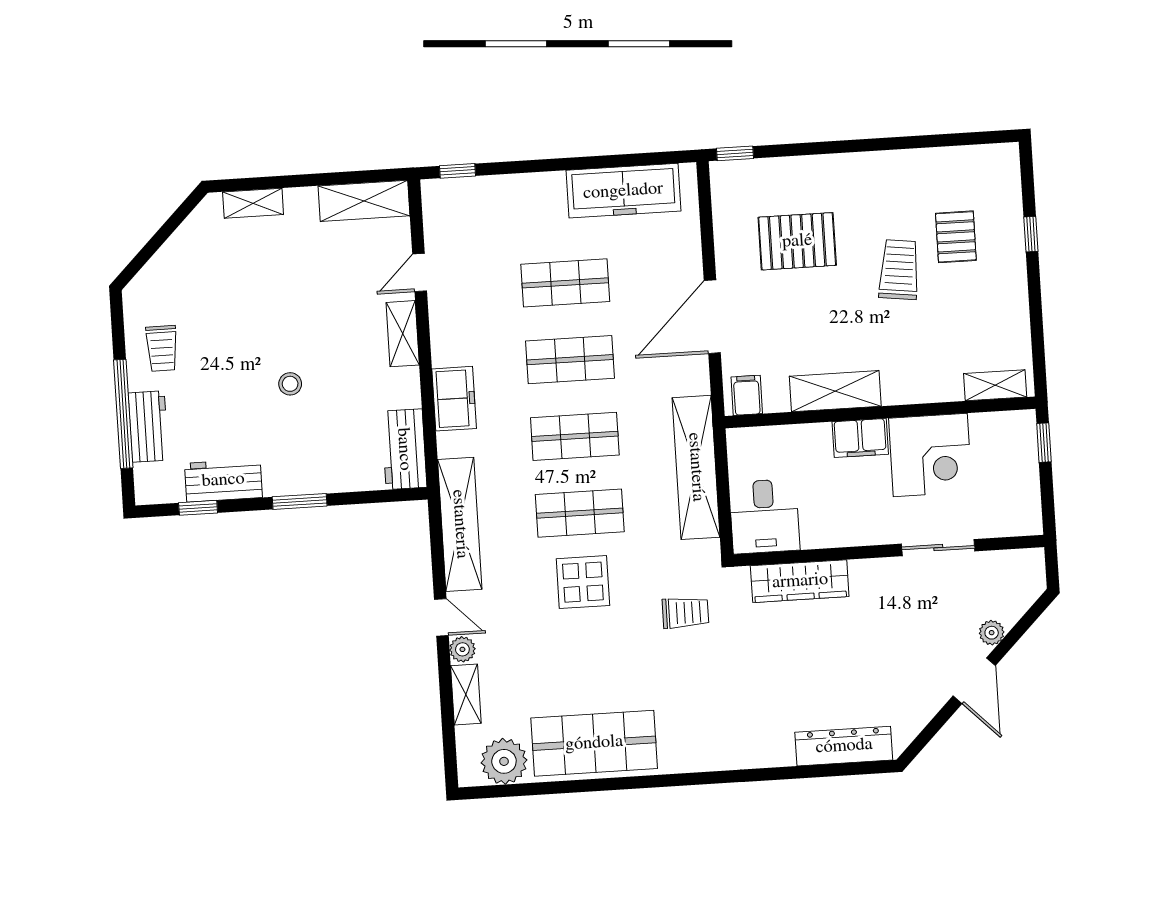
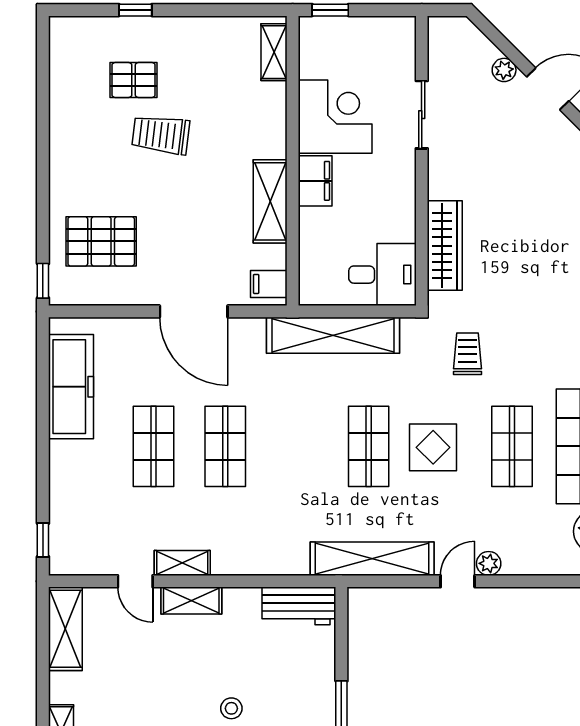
pallet: (797, 241) -> (101, 241), moved, turned 90
freezer: (454, 399) -> (255, 557), removed
shop shelf: (575, 436) -> (512, 446), moved
shelving: (466, 694) -> (182, 563), moved

